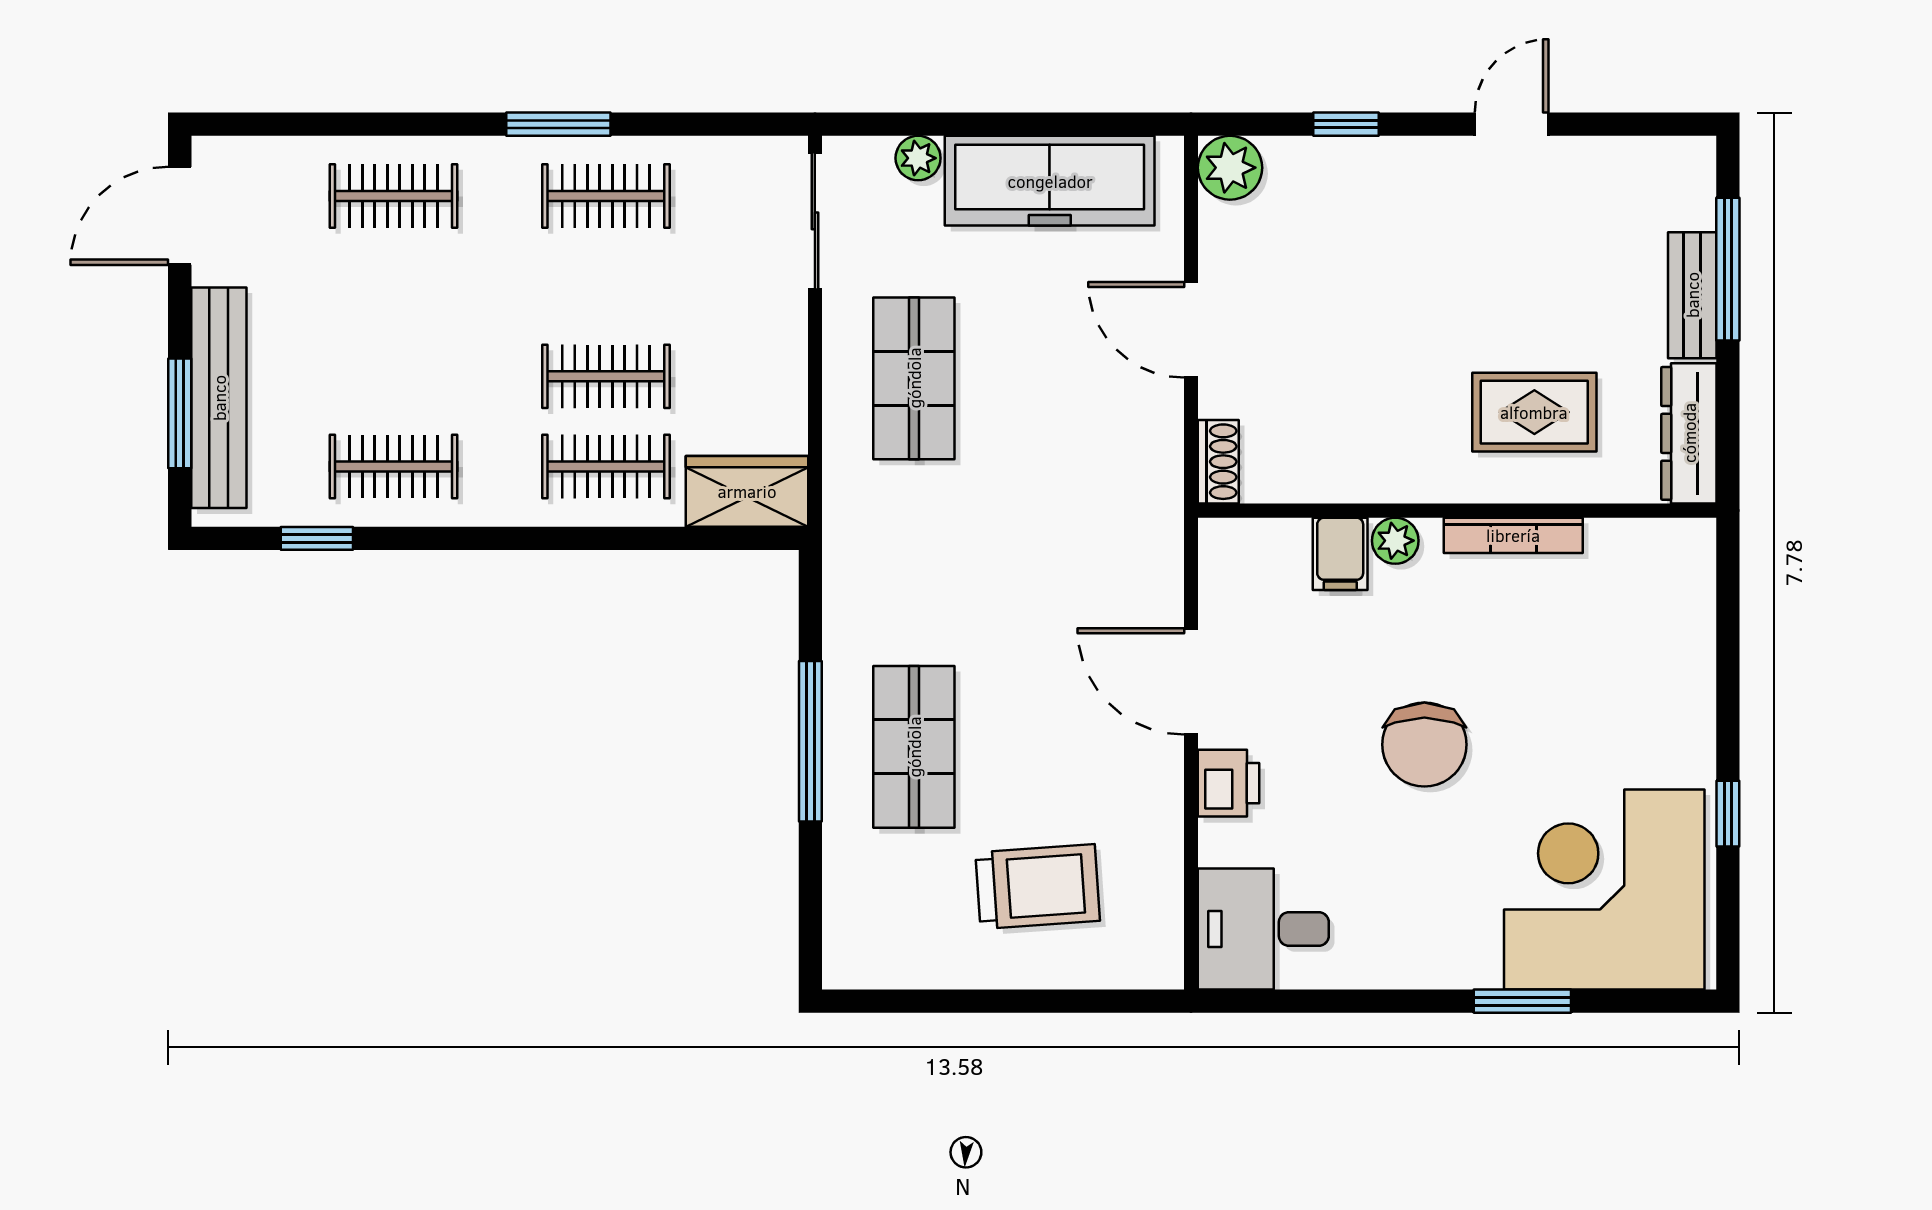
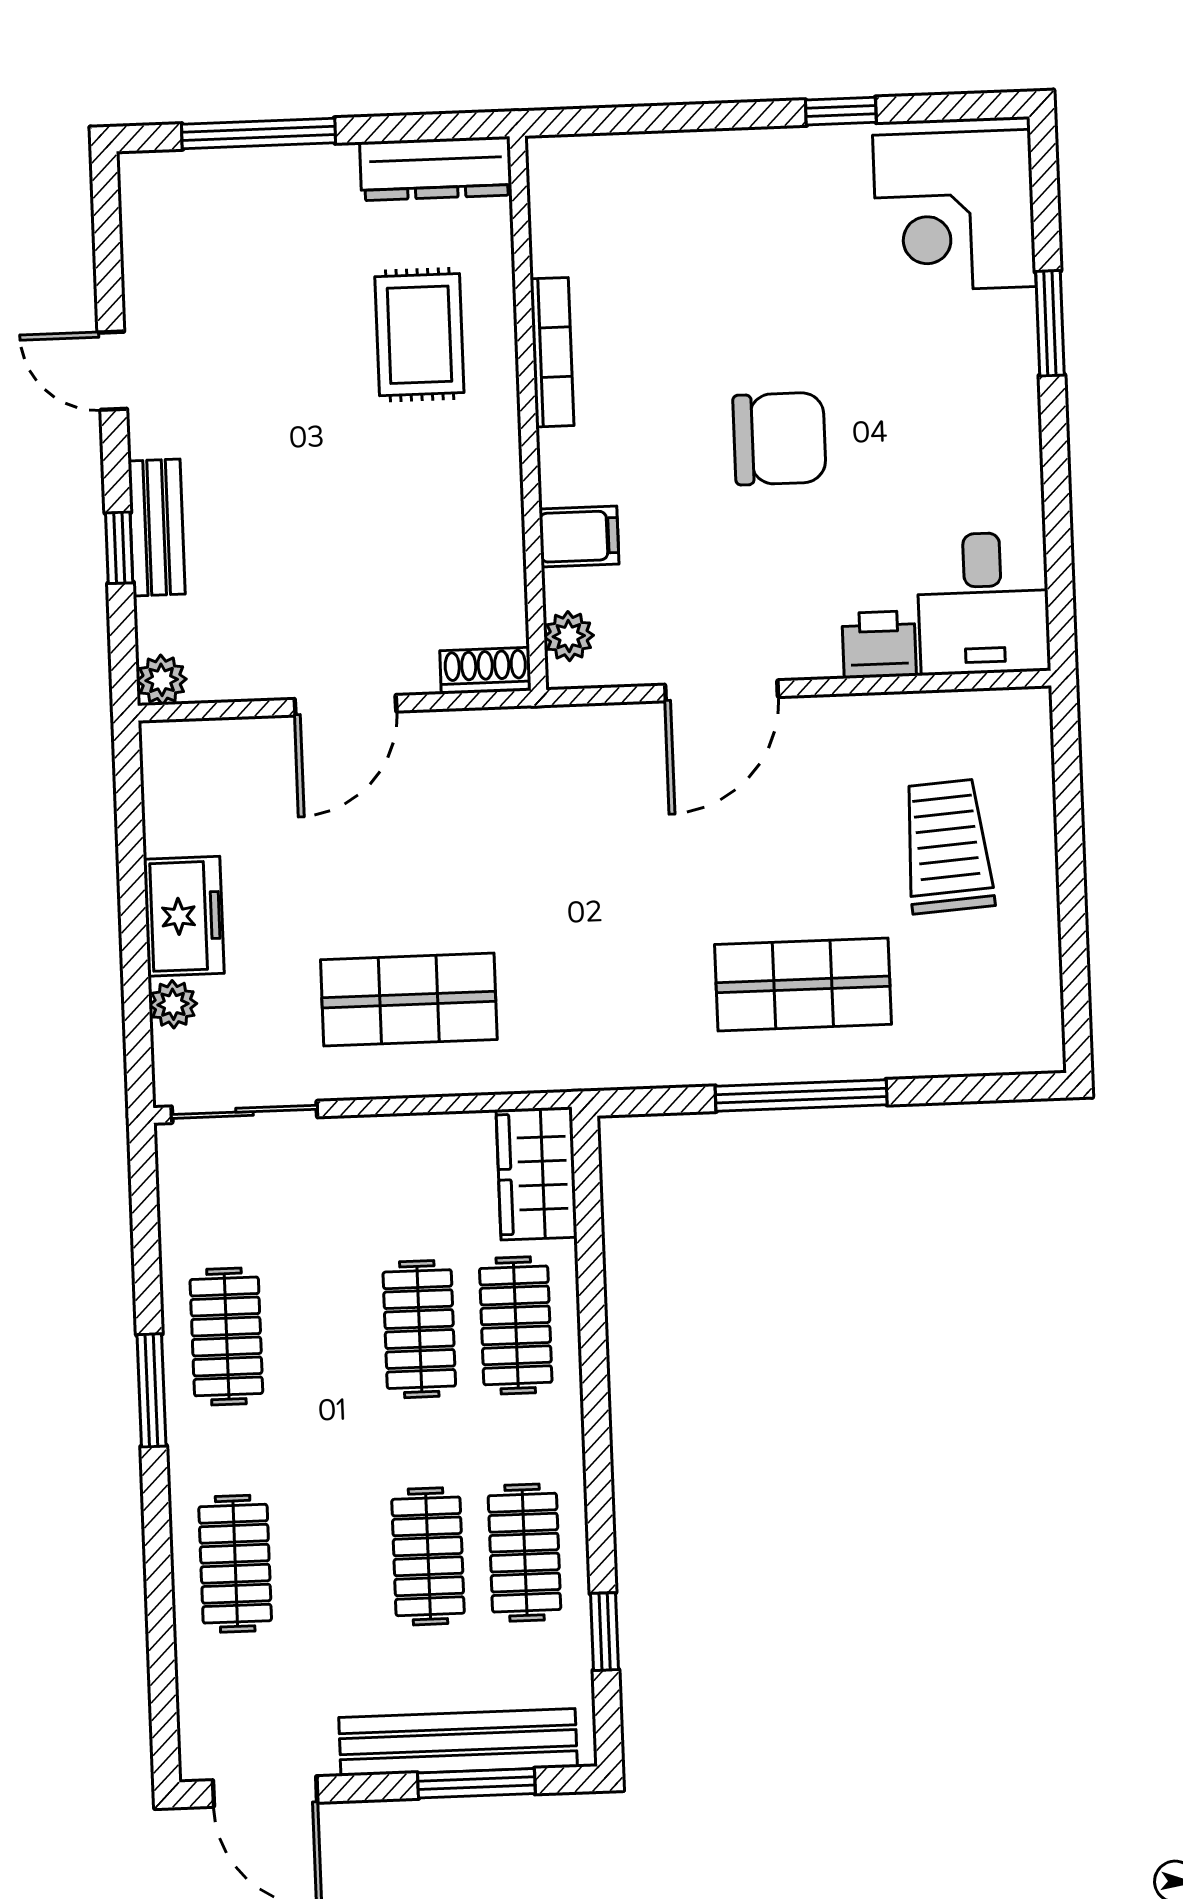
plant: (1230, 168) -> (162, 680), width x0.73, depth x0.73
freezer: (1050, 181) -> (184, 916), width x0.52, depth x0.79
bench: (1692, 295) -> (157, 528), moved, turned 90
clothes rail: (393, 376) -> (428, 1556), added
plant: (1395, 541) -> (569, 636), moved
printer: (1229, 783) -> (879, 645), moved
corner desk: (1604, 889) -> (954, 211), width x0.74, depth x0.74

